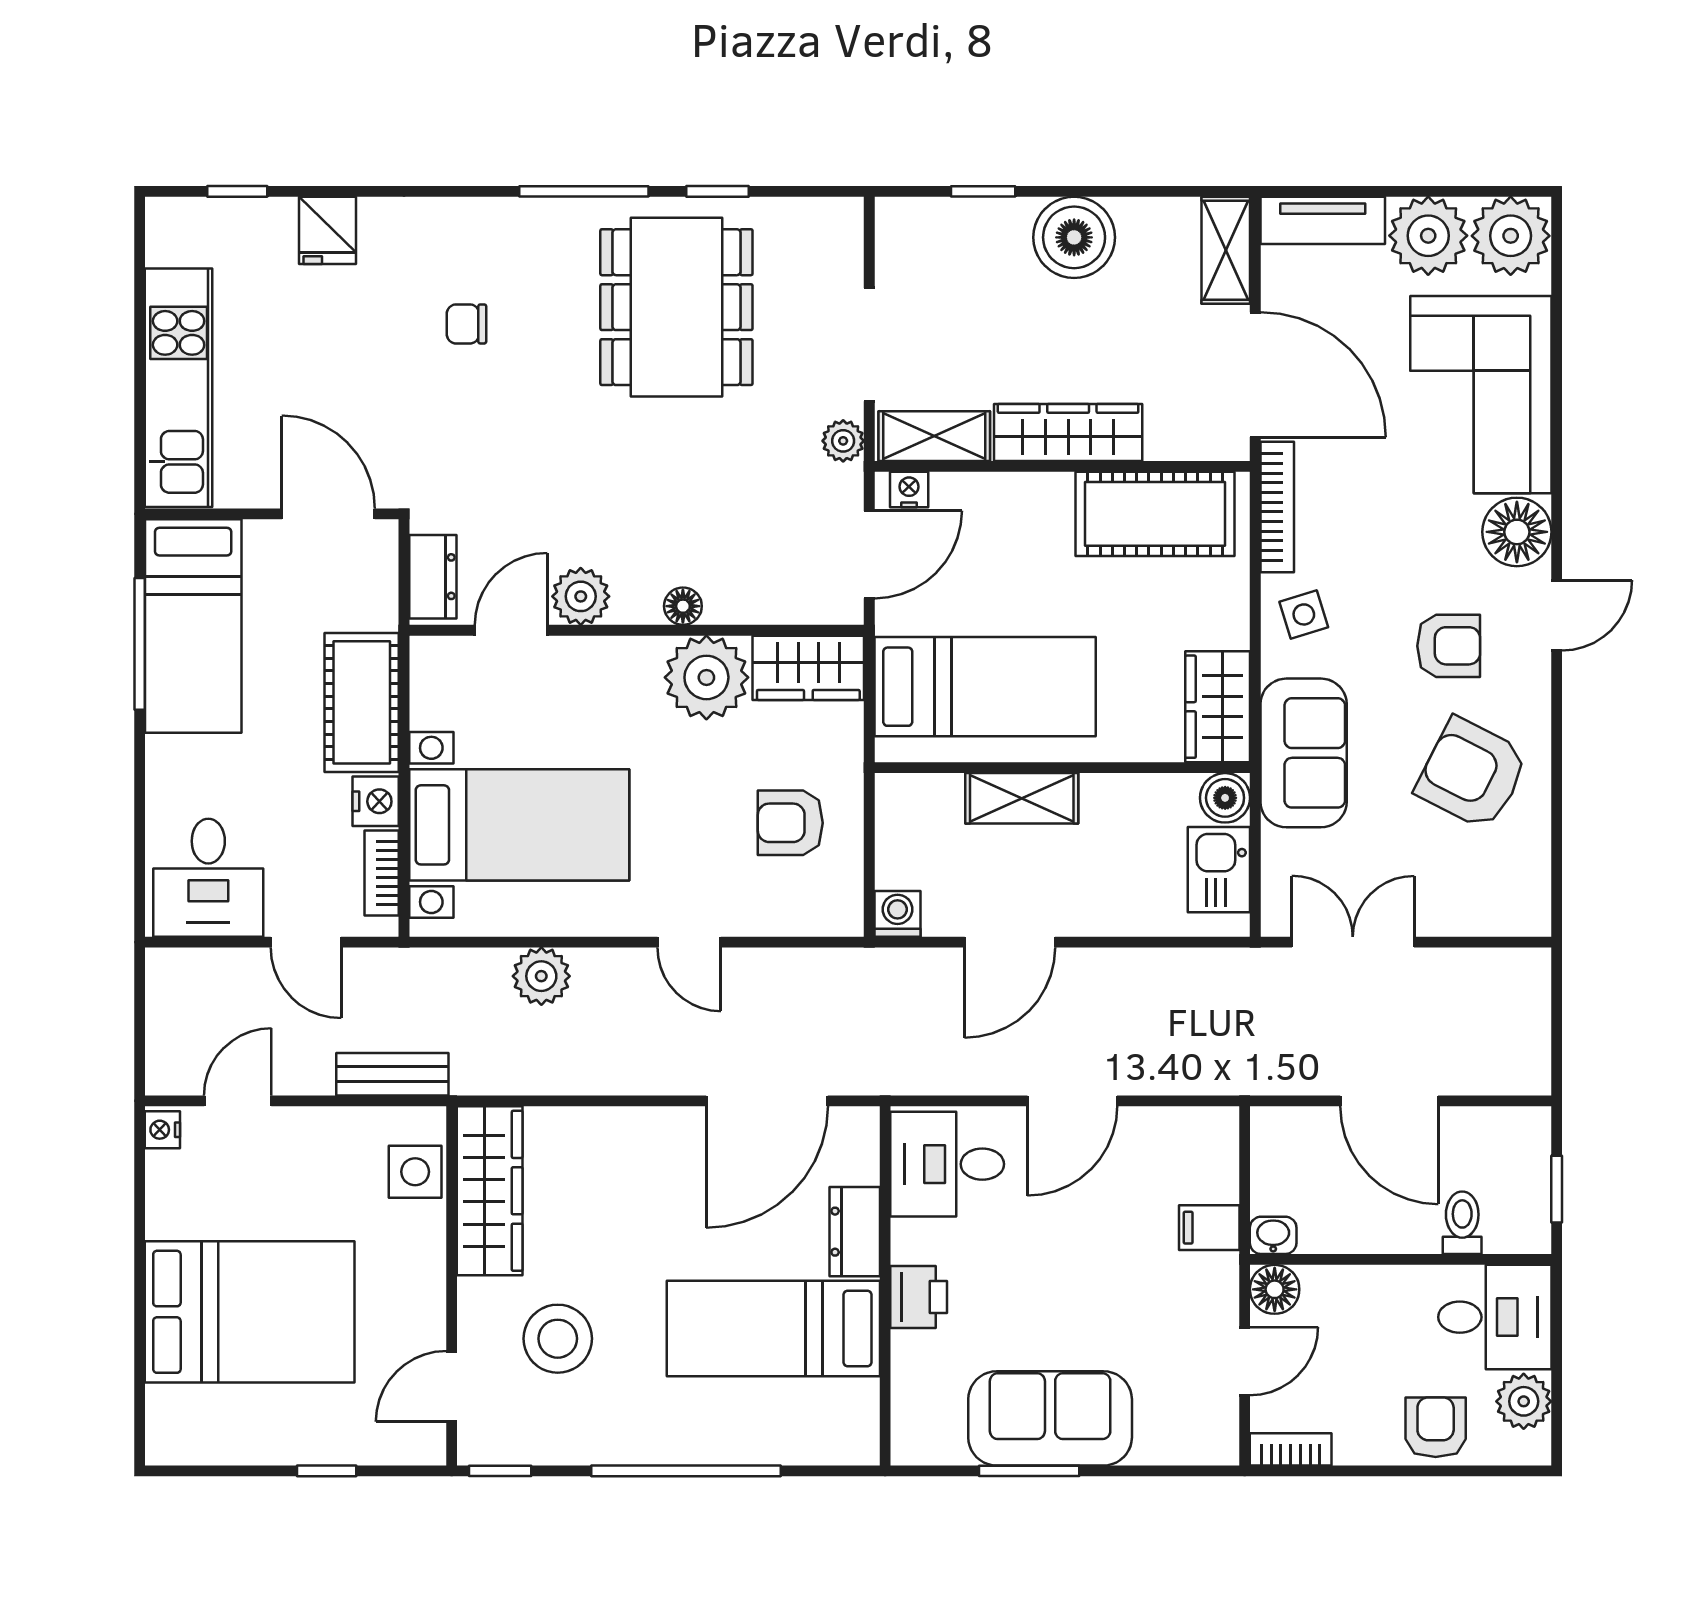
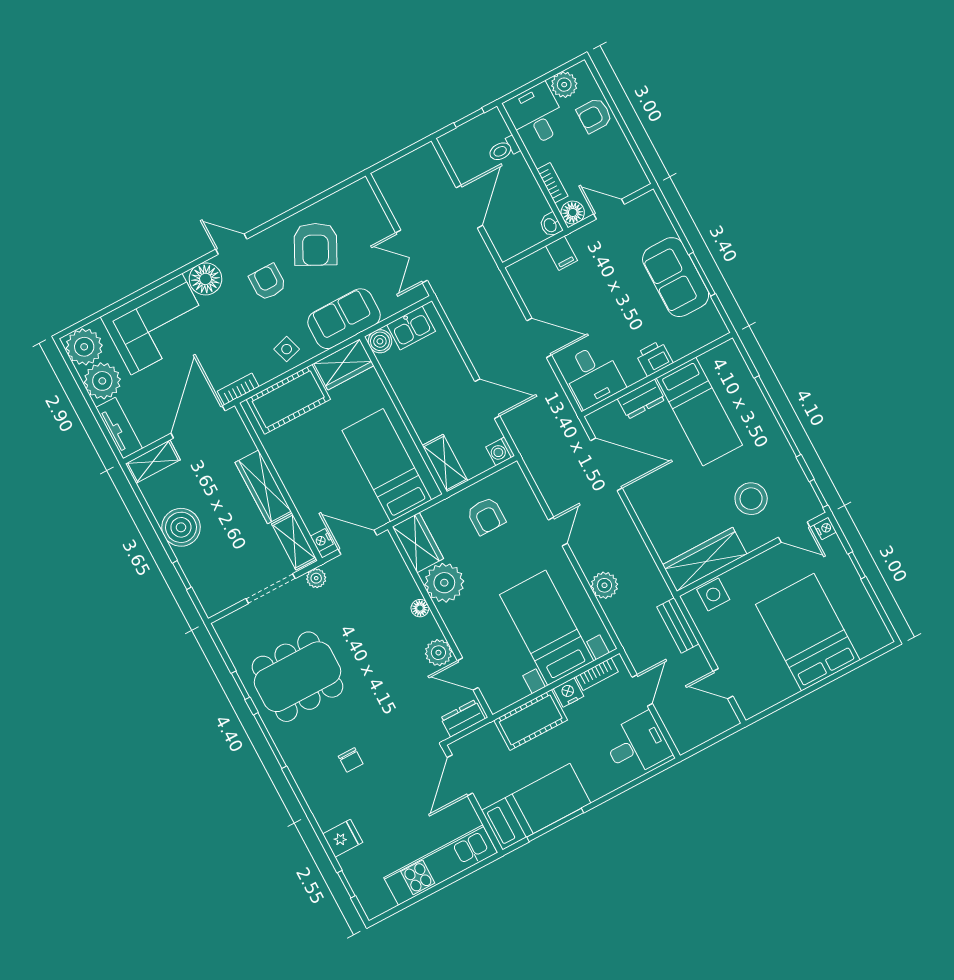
bookcase: (1277, 507) -> (238, 389), width x0.64
cot: (1155, 514) -> (288, 399), moved, turned 90
shelving: (1022, 798) -> (445, 463), moved
nightstand: (162, 1130) -> (825, 528), moved, turned -90
bookcase: (1291, 1449) -> (552, 183), moved, turned 180

